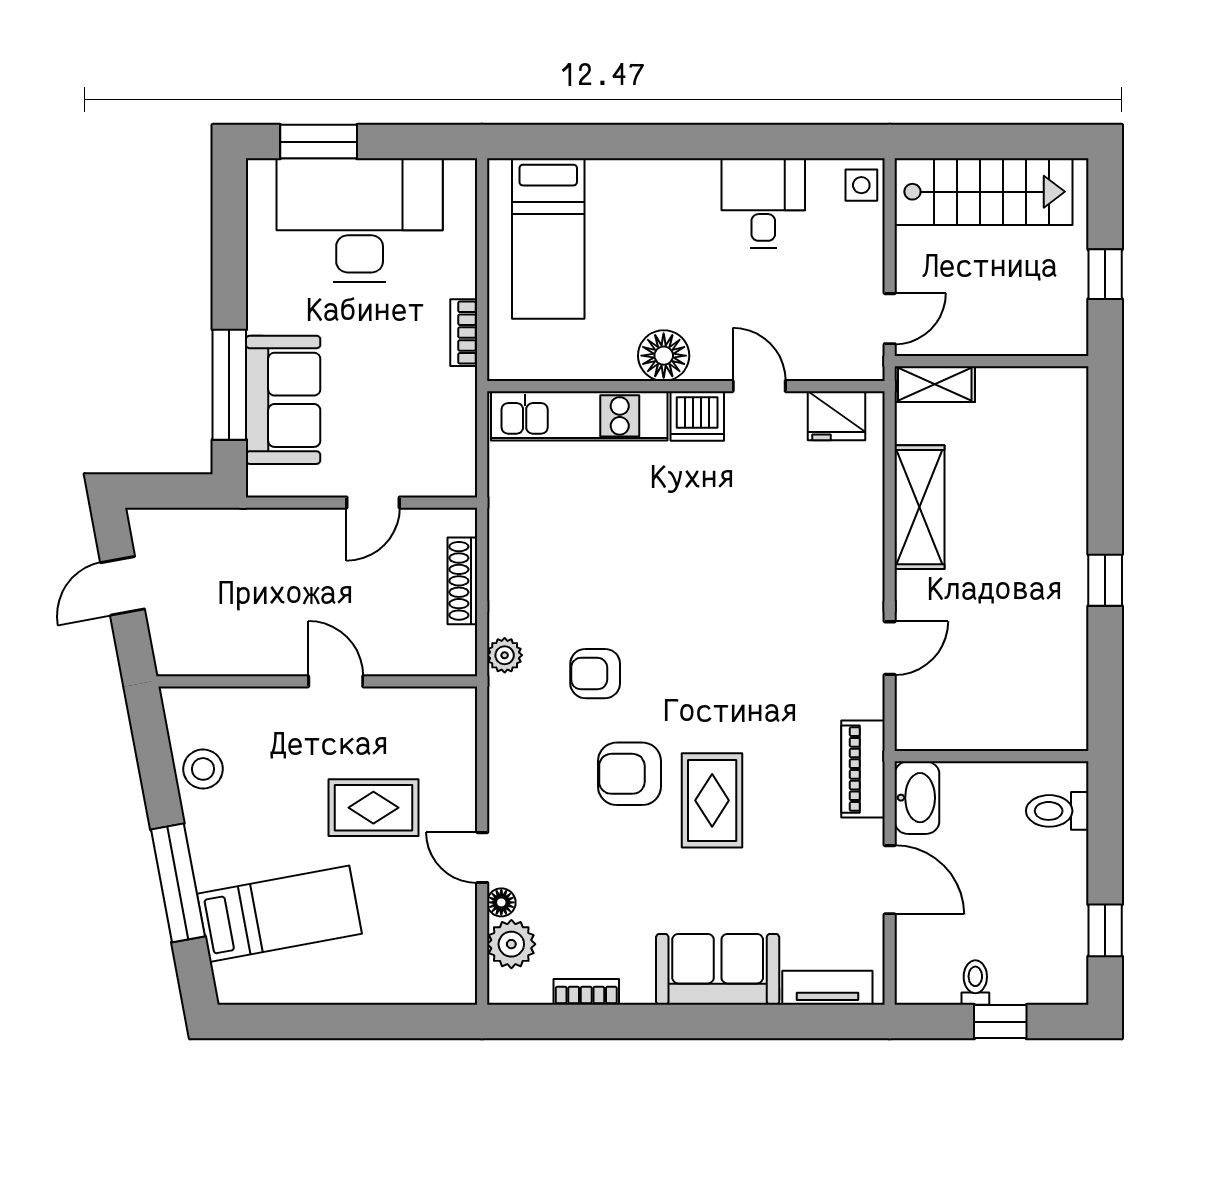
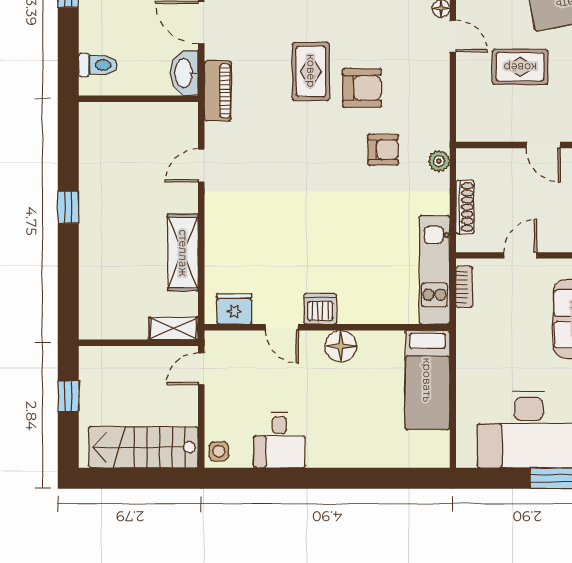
bed: (548, 239) -> (427, 380), moved, turned 180
bookcase: (464, 333) -> (464, 287), moved
kitchen unit: (579, 416) -> (434, 270), moved, turned -90

